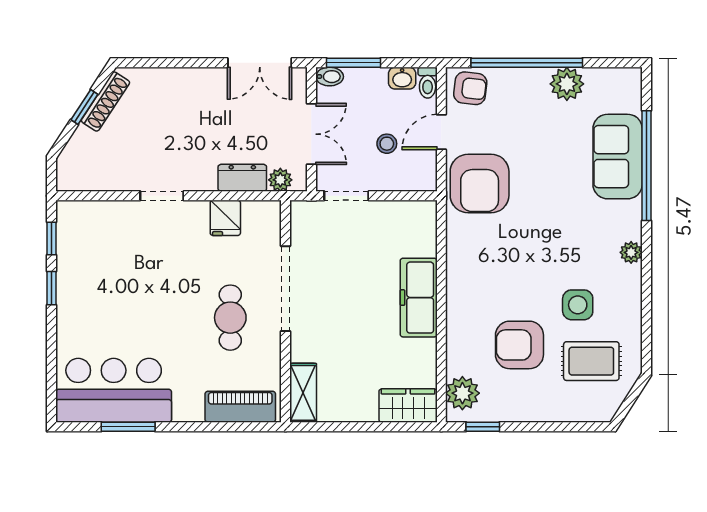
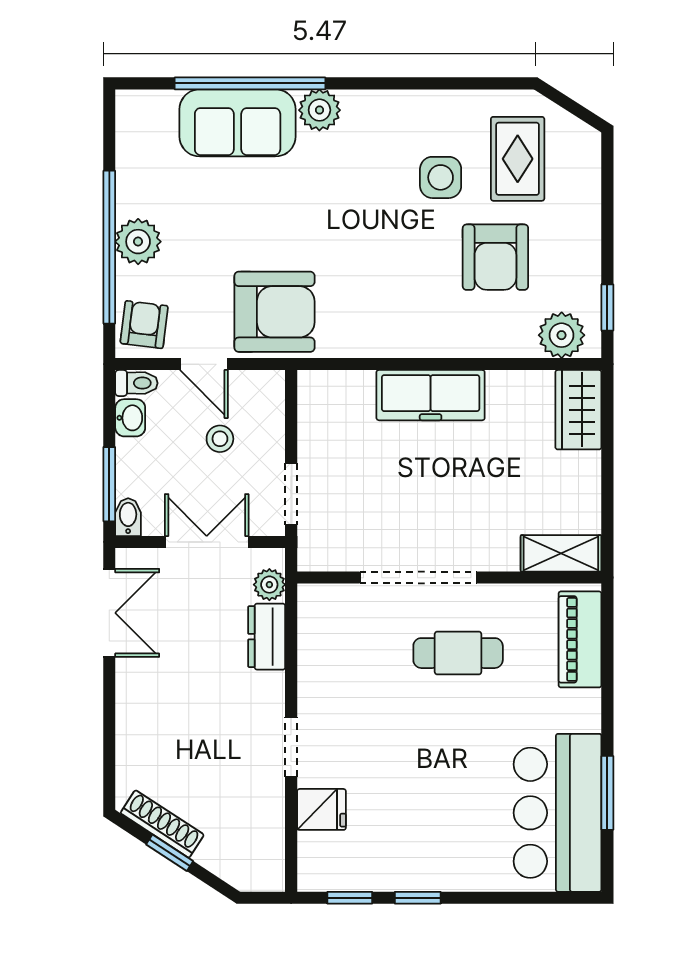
plant: (567, 84) -> (138, 242), moved
fridge: (225, 218) -> (321, 809), moved
plant: (631, 252) -> (319, 110), moved, width x1.38, depth x1.38

